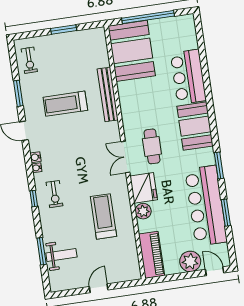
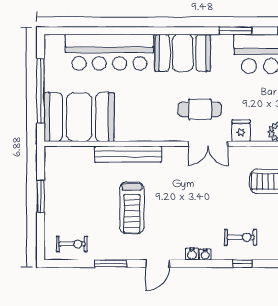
bar counter: (188, 77) -> (109, 52), width x1.36
fridge: (144, 188) -> (241, 131), width x0.53, depth x0.75

